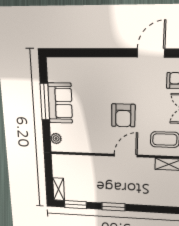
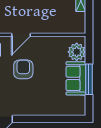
plant: (56, 138) -> (77, 52), width x1.88, depth x1.88

